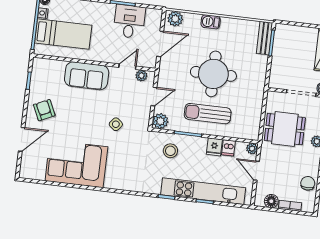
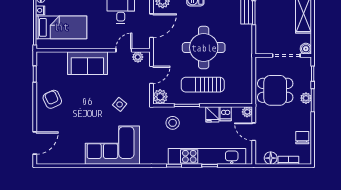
door: (22, 139) -> (35, 143), moved
corner sofa: (76, 164) -> (112, 145), moved

